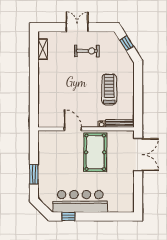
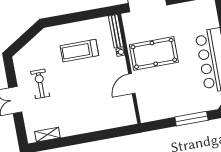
window: (127, 43) -> (23, 40), removed
window: (34, 174) -> (191, 119), width x1.44

